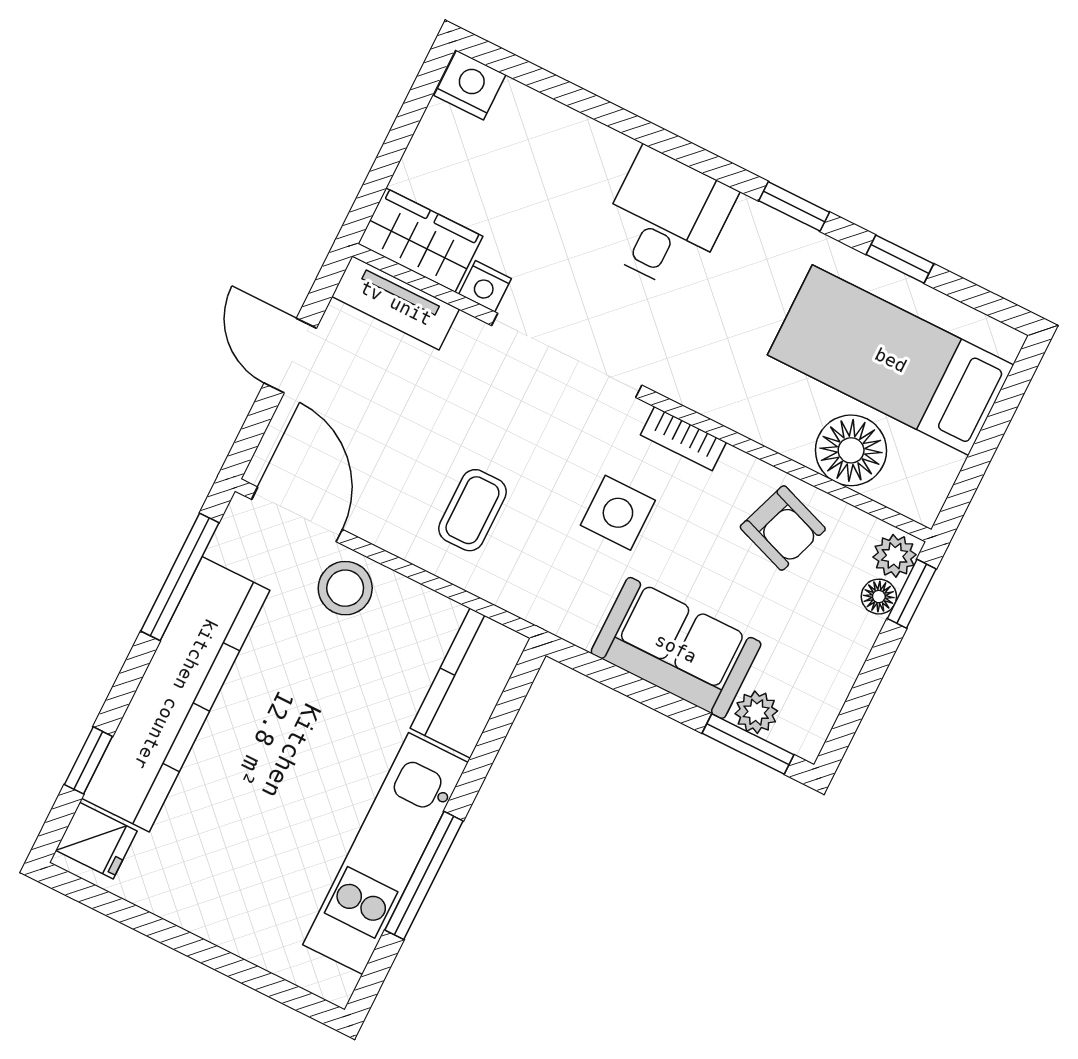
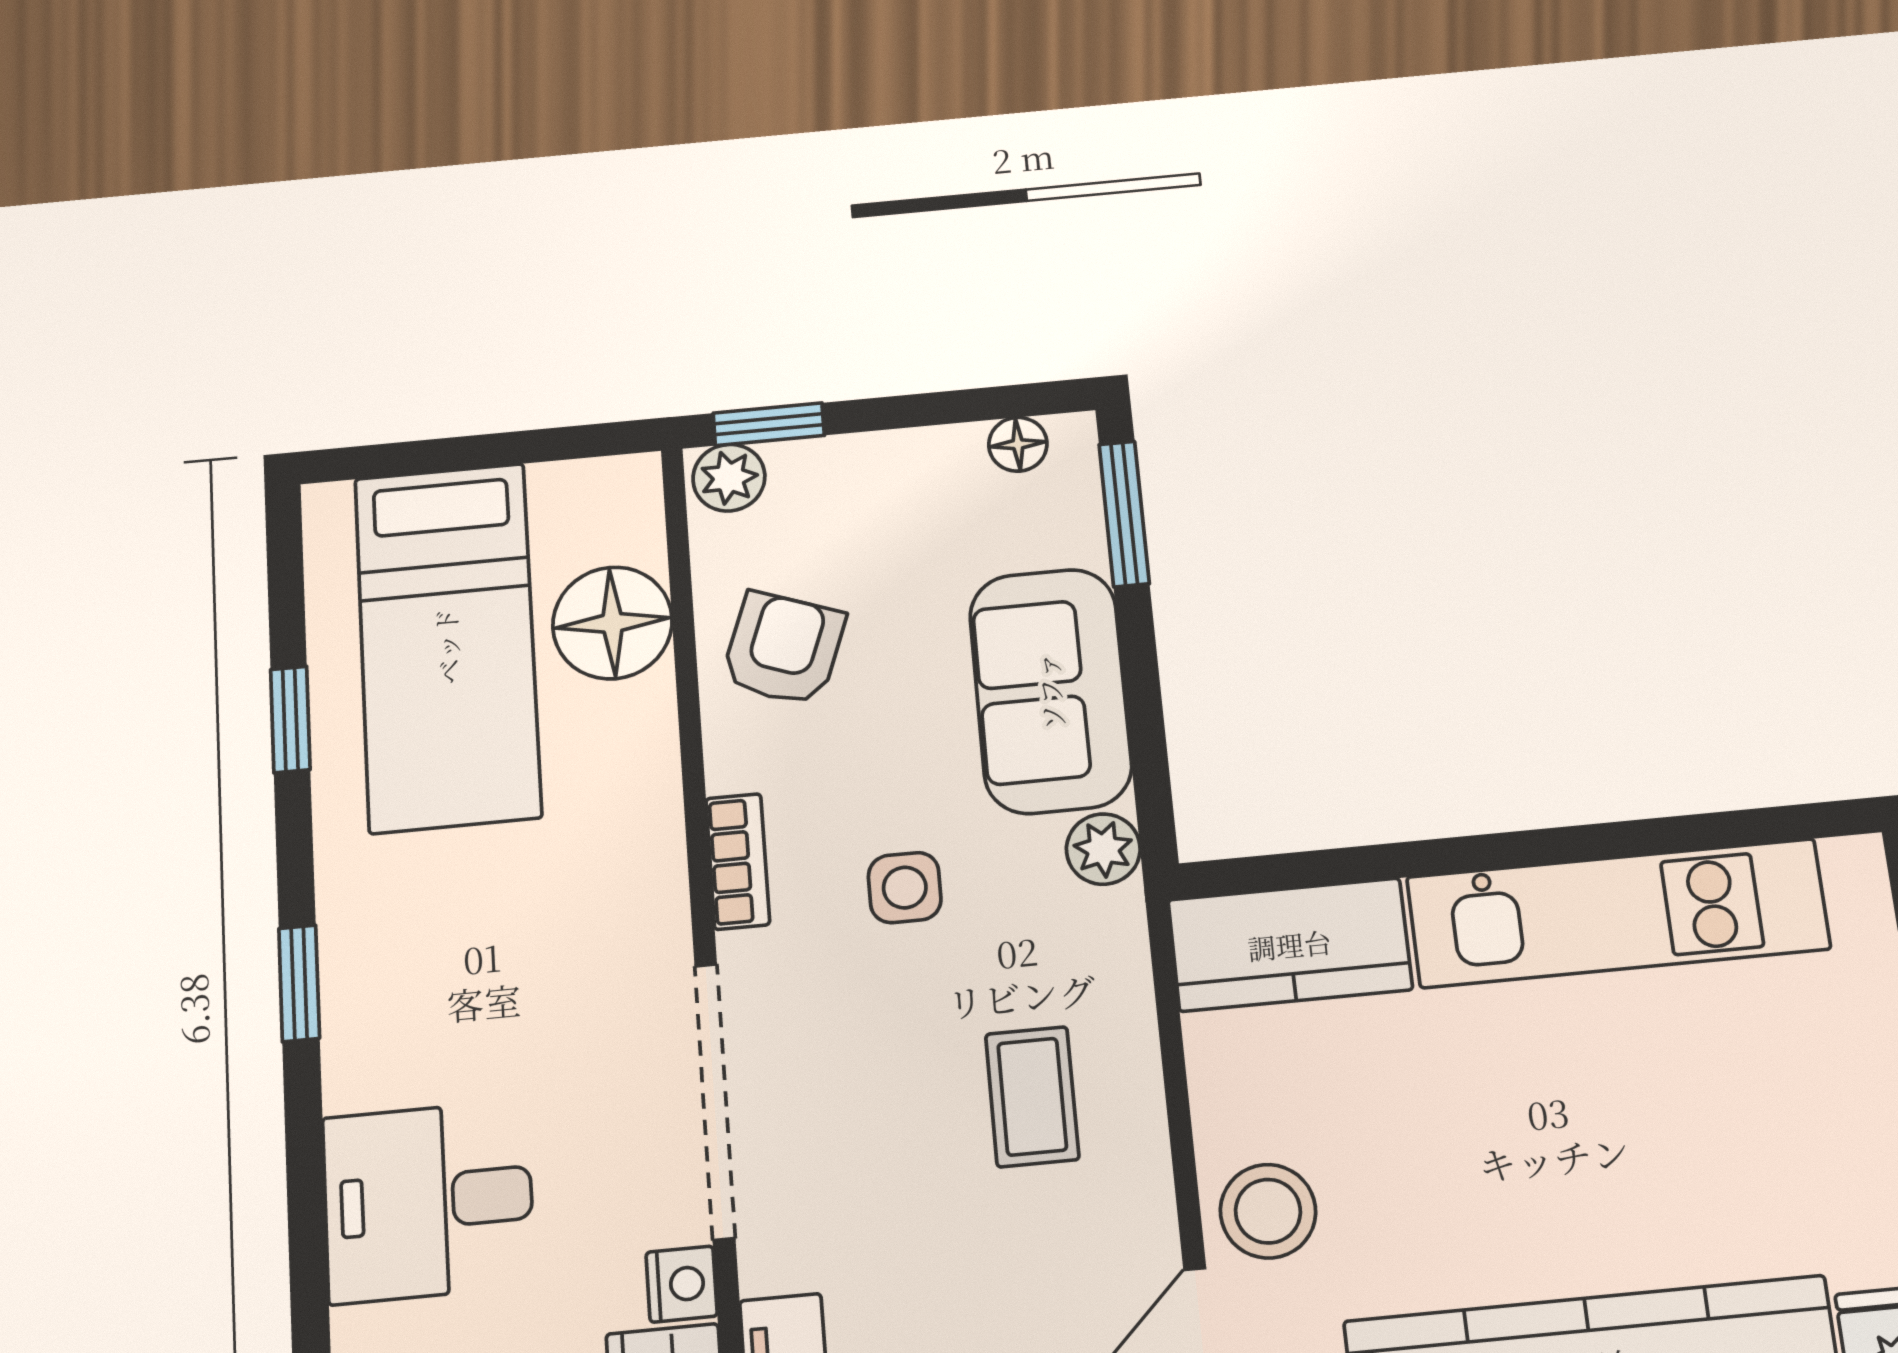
window: (794, 206) -> (299, 983), moved
desk: (666, 220) -> (428, 1202), moved
coffee table: (472, 510) -> (1032, 1097), turned 90
side table: (618, 513) -> (905, 888), width x0.73, depth x0.73
floor lamp: (879, 597) -> (1018, 444), moved
plant: (756, 712) -> (1103, 849), moved
window: (424, 875) -> (1612, 840), removed

